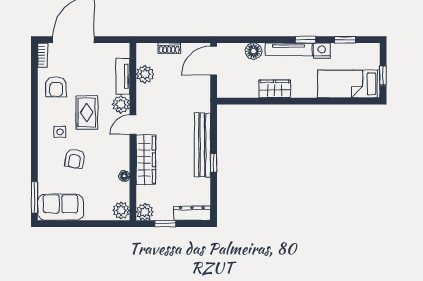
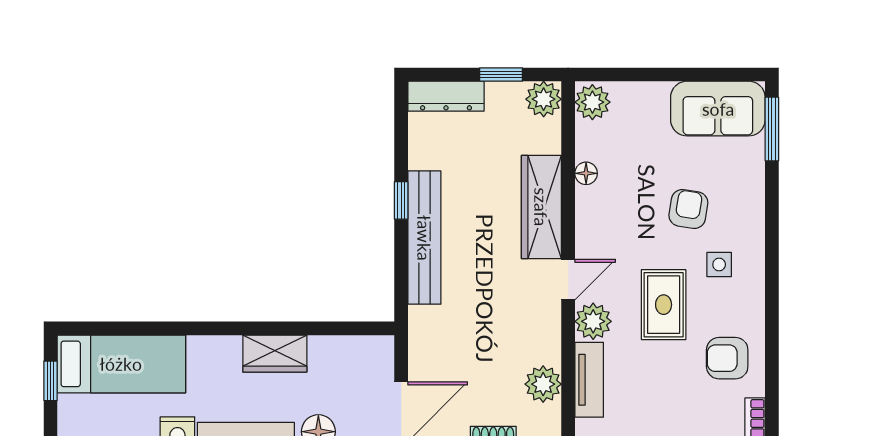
armchair: (56, 87) -> (727, 358), turned -90

